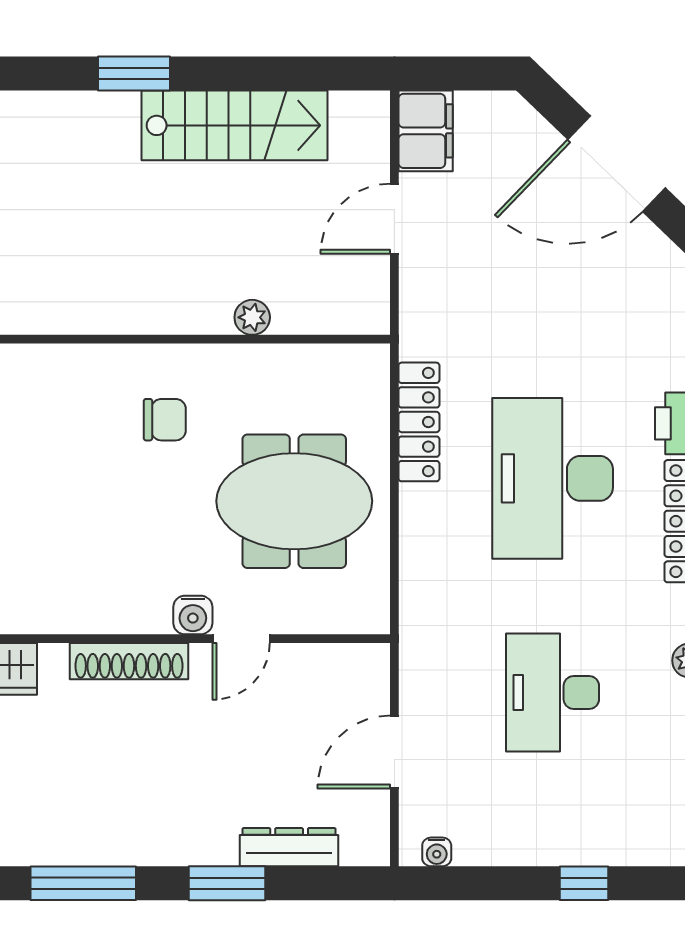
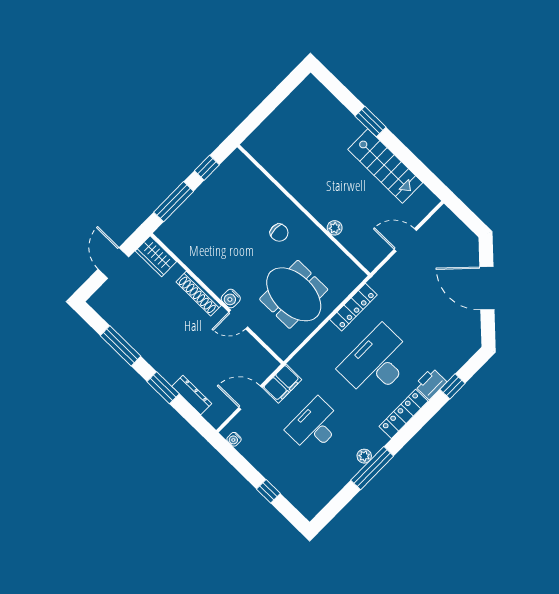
filing cabinet: (426, 131) -> (282, 384), moved

